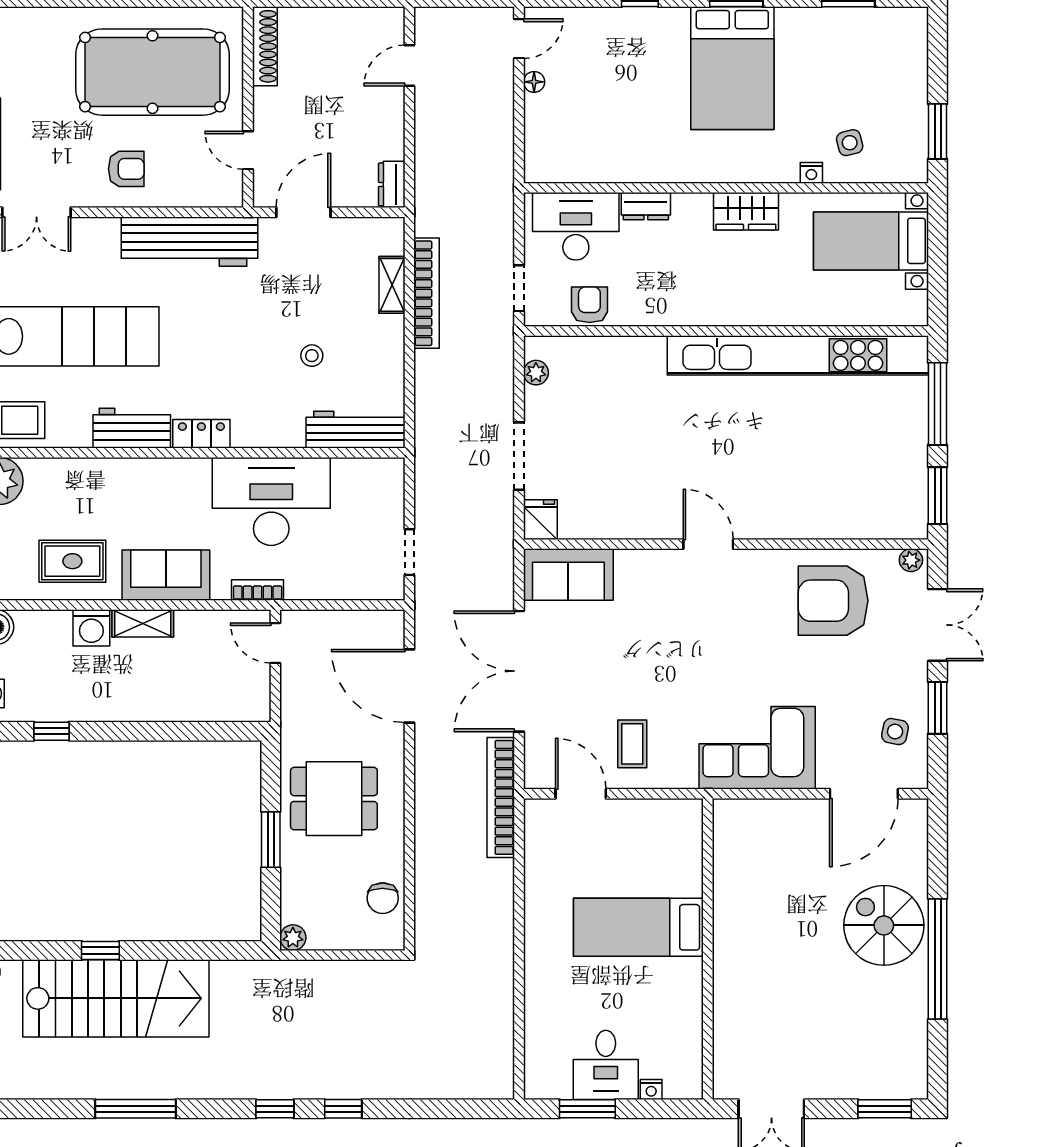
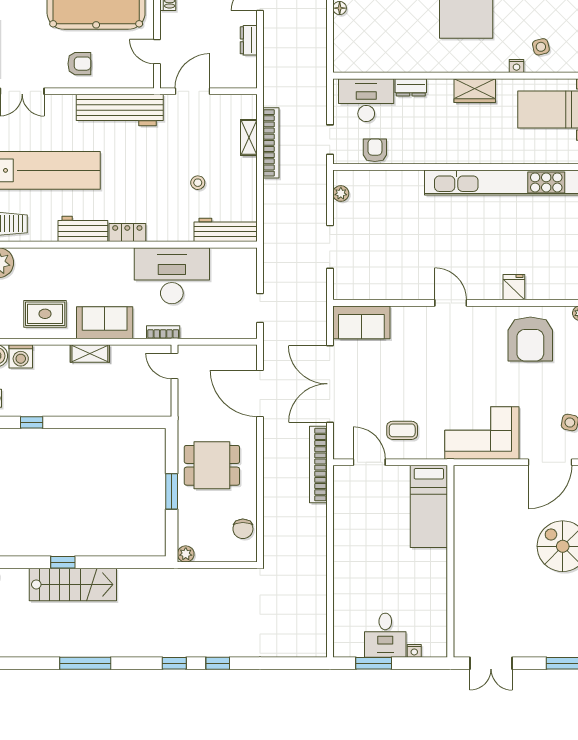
dresser: (392, 184) -> (249, 40), moved
fridge: (540, 520) -> (514, 287), moved
armchair: (833, 601) -> (530, 339), turned -90
washing machine: (91, 628) -> (21, 356), moved
coffee table: (632, 744) -> (402, 430), turned 90
bed: (638, 927) -> (429, 506), moved, turned -90
stairs: (116, 998) -> (73, 584), width x0.73, depth x0.66

